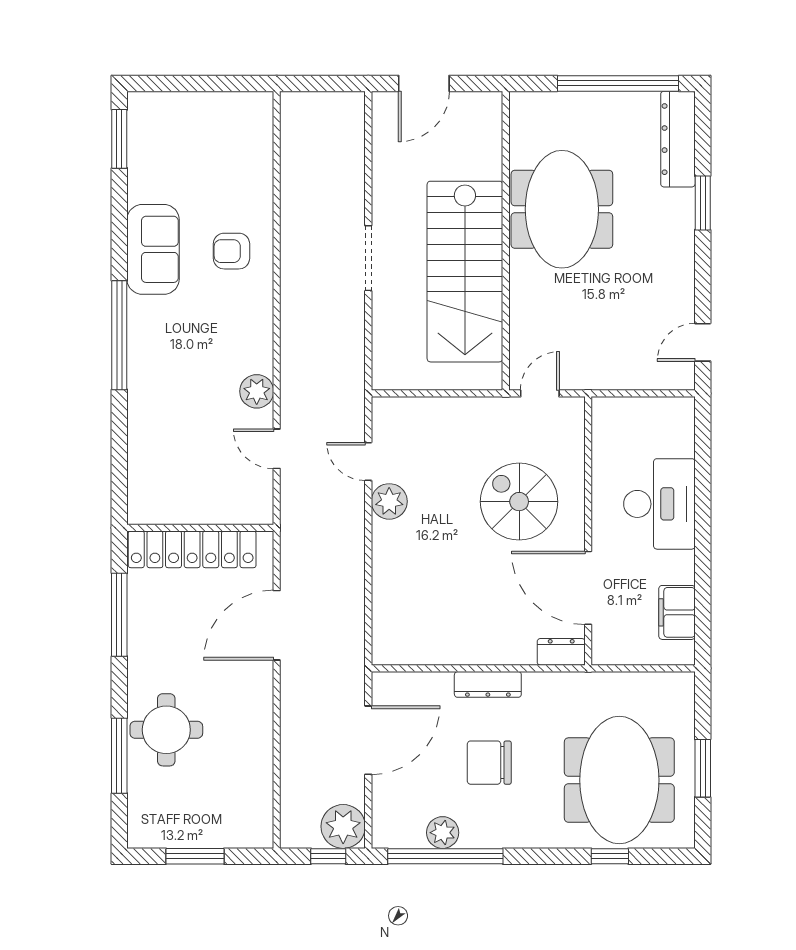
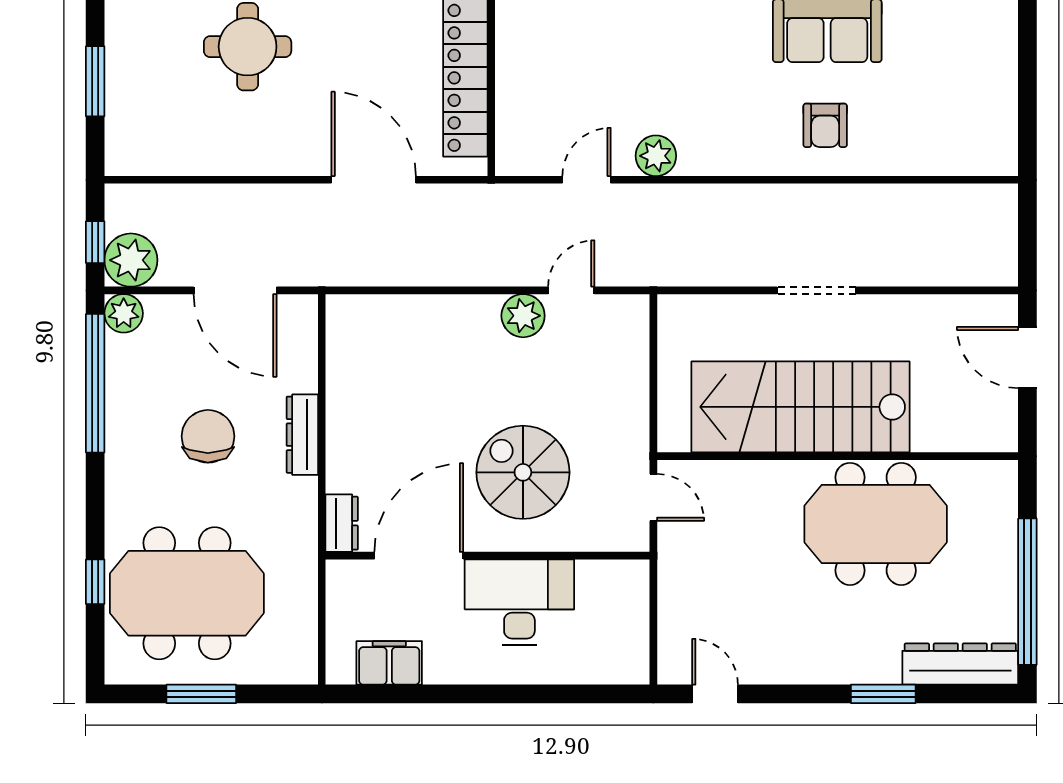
armchair: (231, 251) -> (825, 125), turned 180
spiral stairs: (519, 502) -> (523, 472), turned -90
desk: (659, 504) -> (519, 602), moved, turned 180
plant: (443, 833) -> (124, 313), moved

